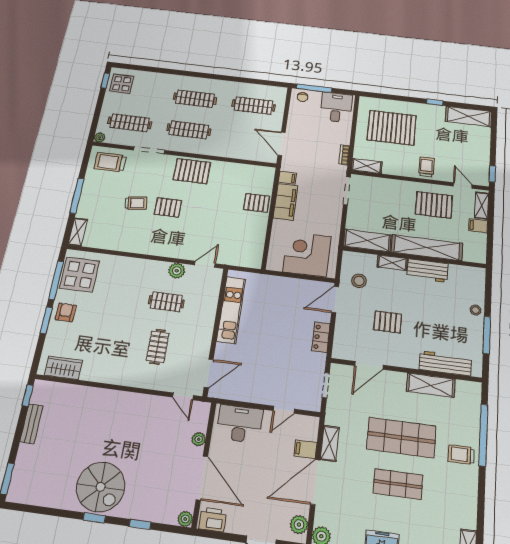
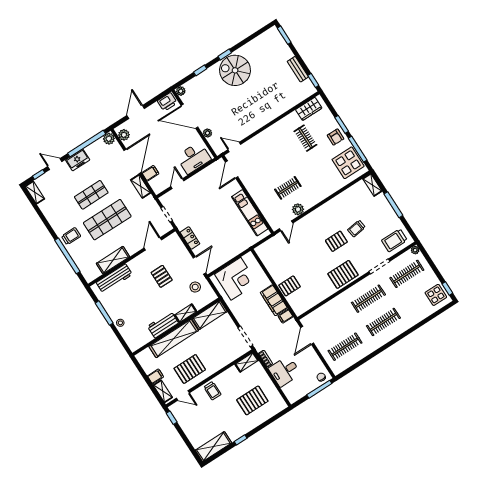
desk: (336, 107) -> (285, 371), moved, turned 90
pallet: (392, 128) -> (252, 400), width x0.73, depth x0.71
door: (282, 144) -> (307, 335), swing flipped
trolley: (110, 162) -> (394, 240), turned 180
pallet: (388, 322) -> (162, 276), turned 90
clothes rail: (158, 347) -> (305, 138), moved

